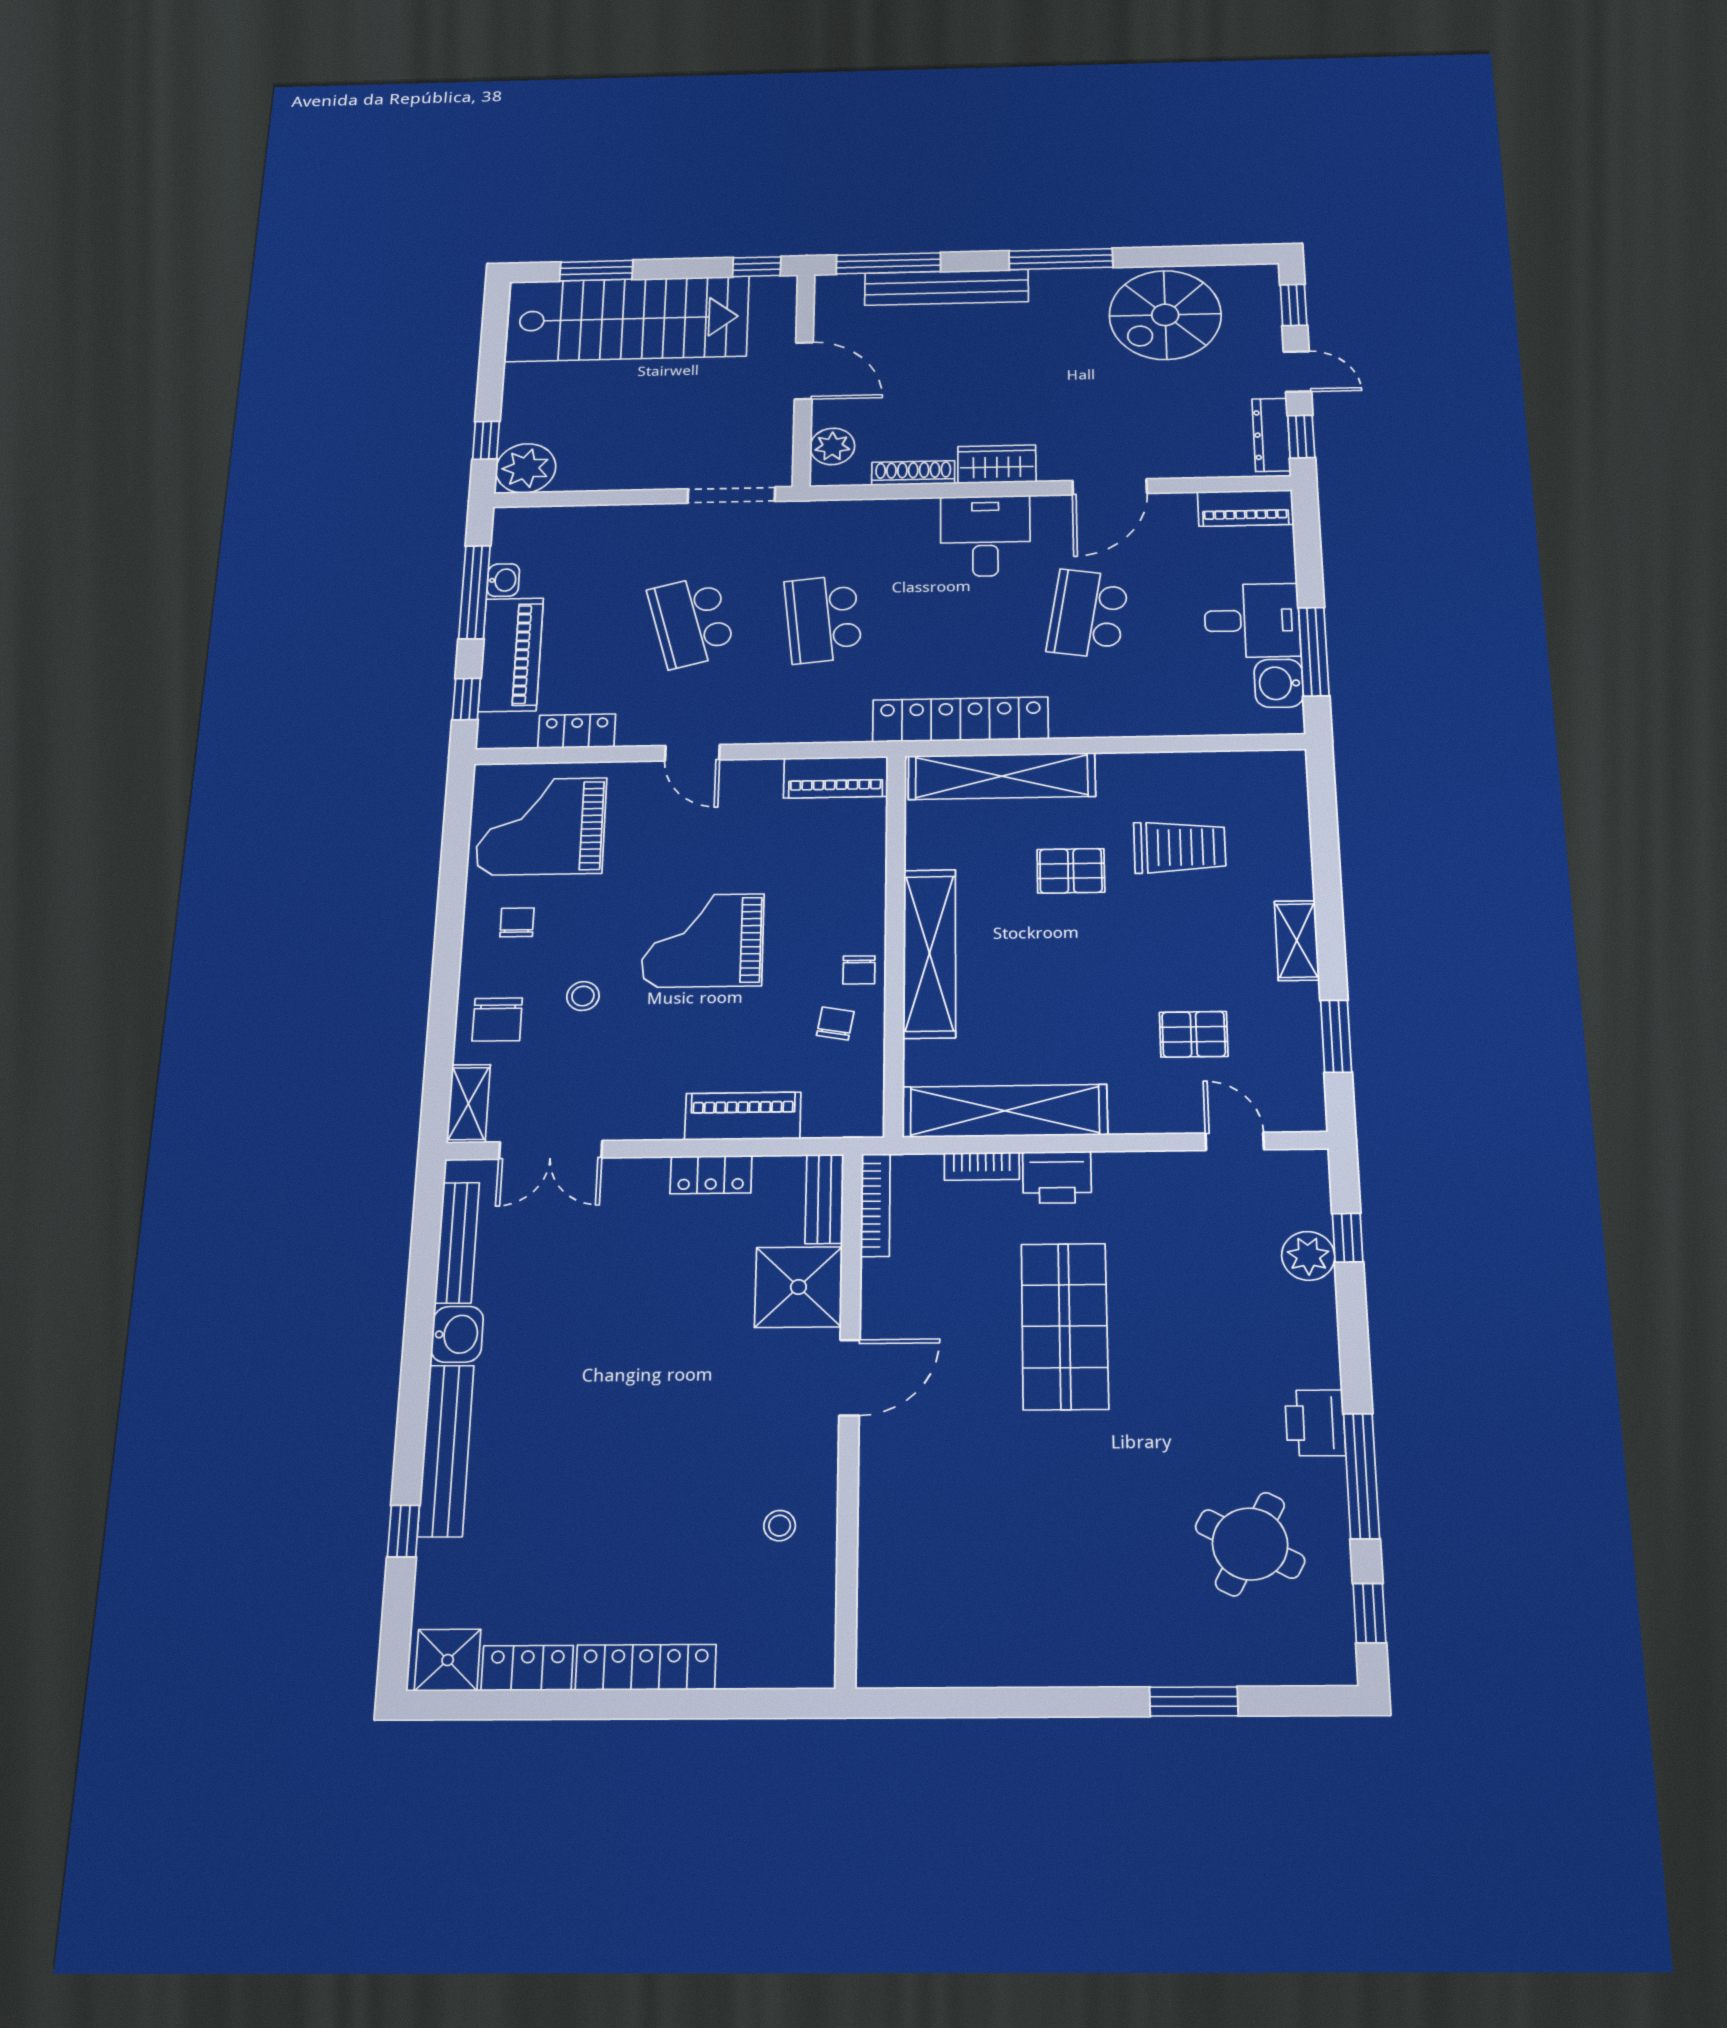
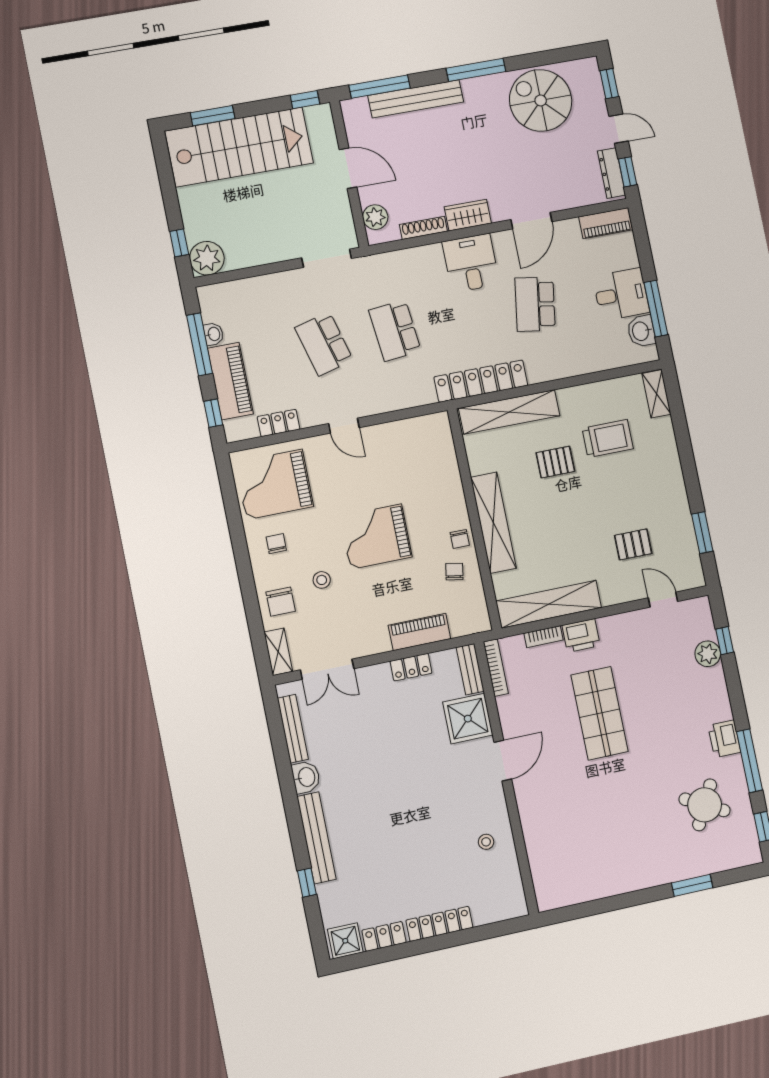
spiral stairs: (1165, 315) -> (541, 100), turned 90
piano: (836, 777) -> (423, 428), removed
shelving: (1297, 941) -> (656, 394), moved

